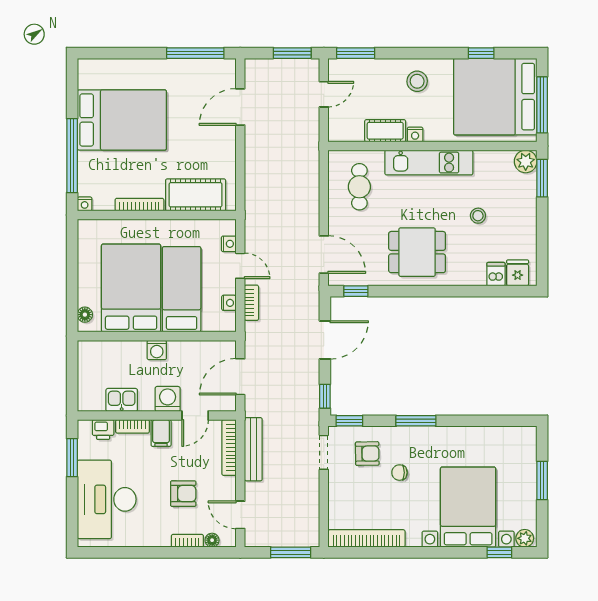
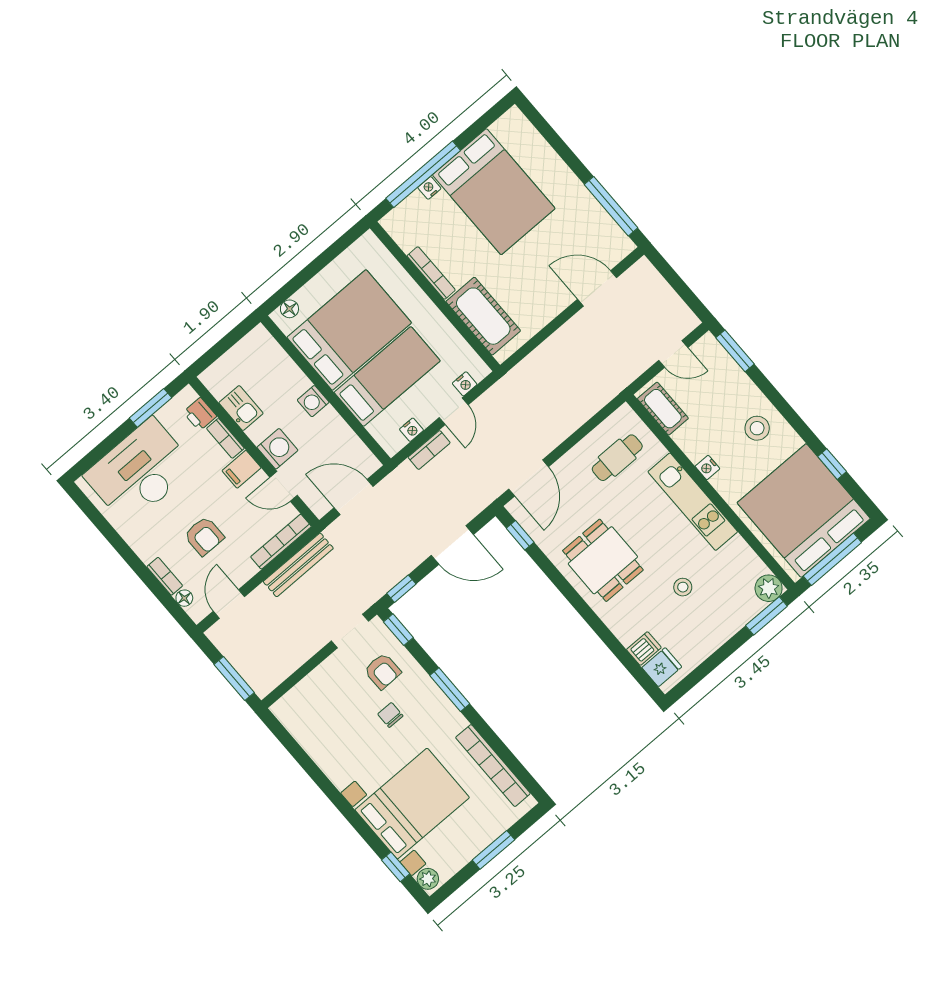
window: (292, 53) -> (686, 294), removed
cot: (385, 131) -> (663, 409), moved
nightstand: (85, 204) -> (429, 188), moved, turned 90
bookcase: (366, 538) -> (493, 766), moved, turned 180

